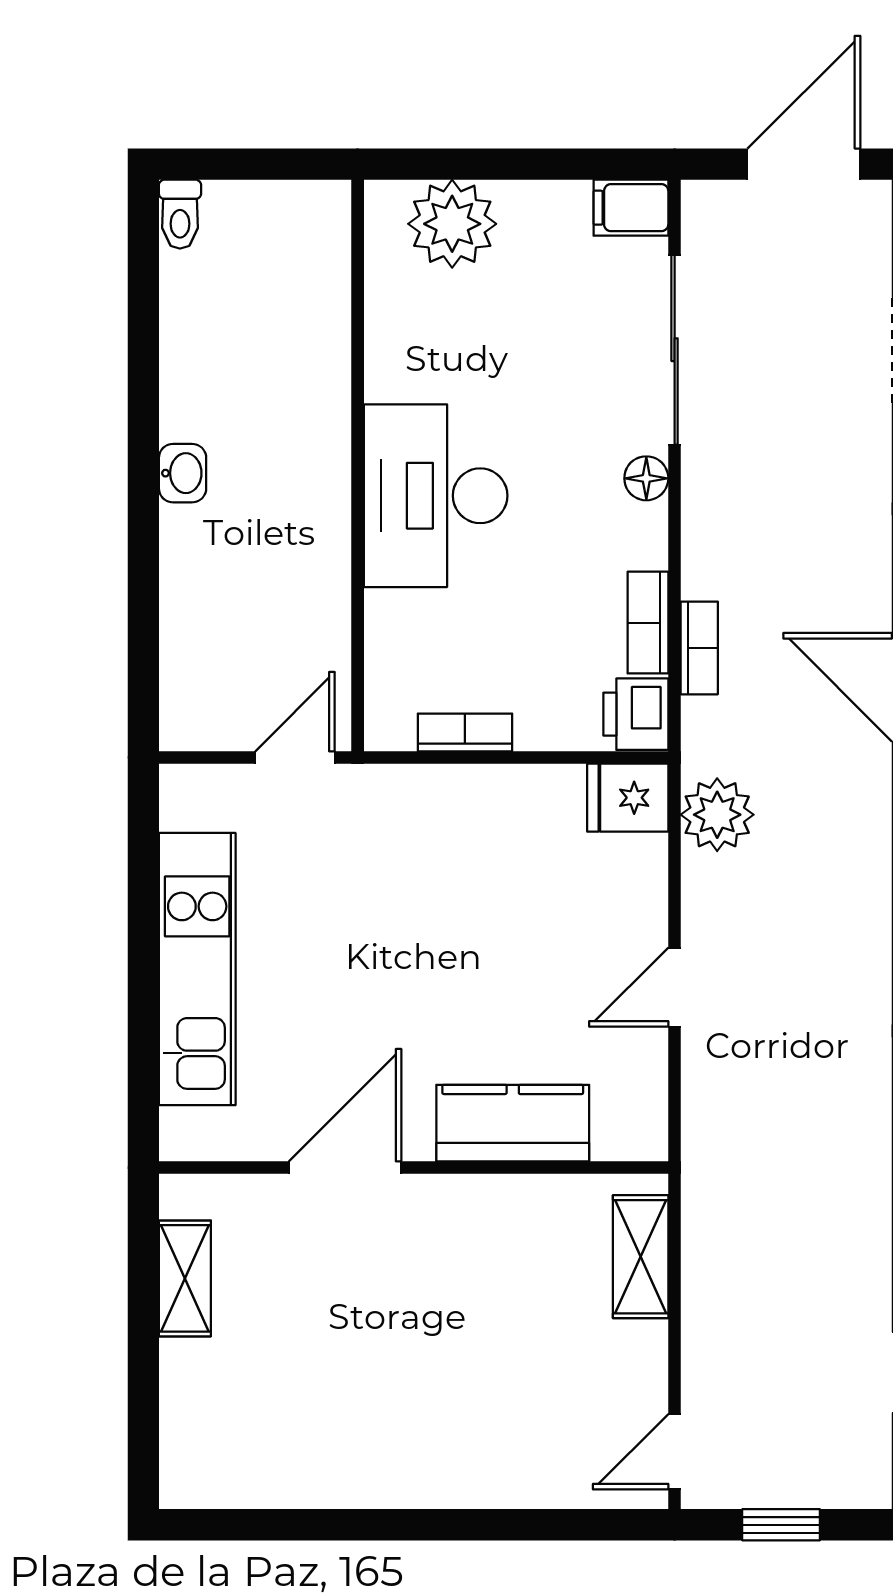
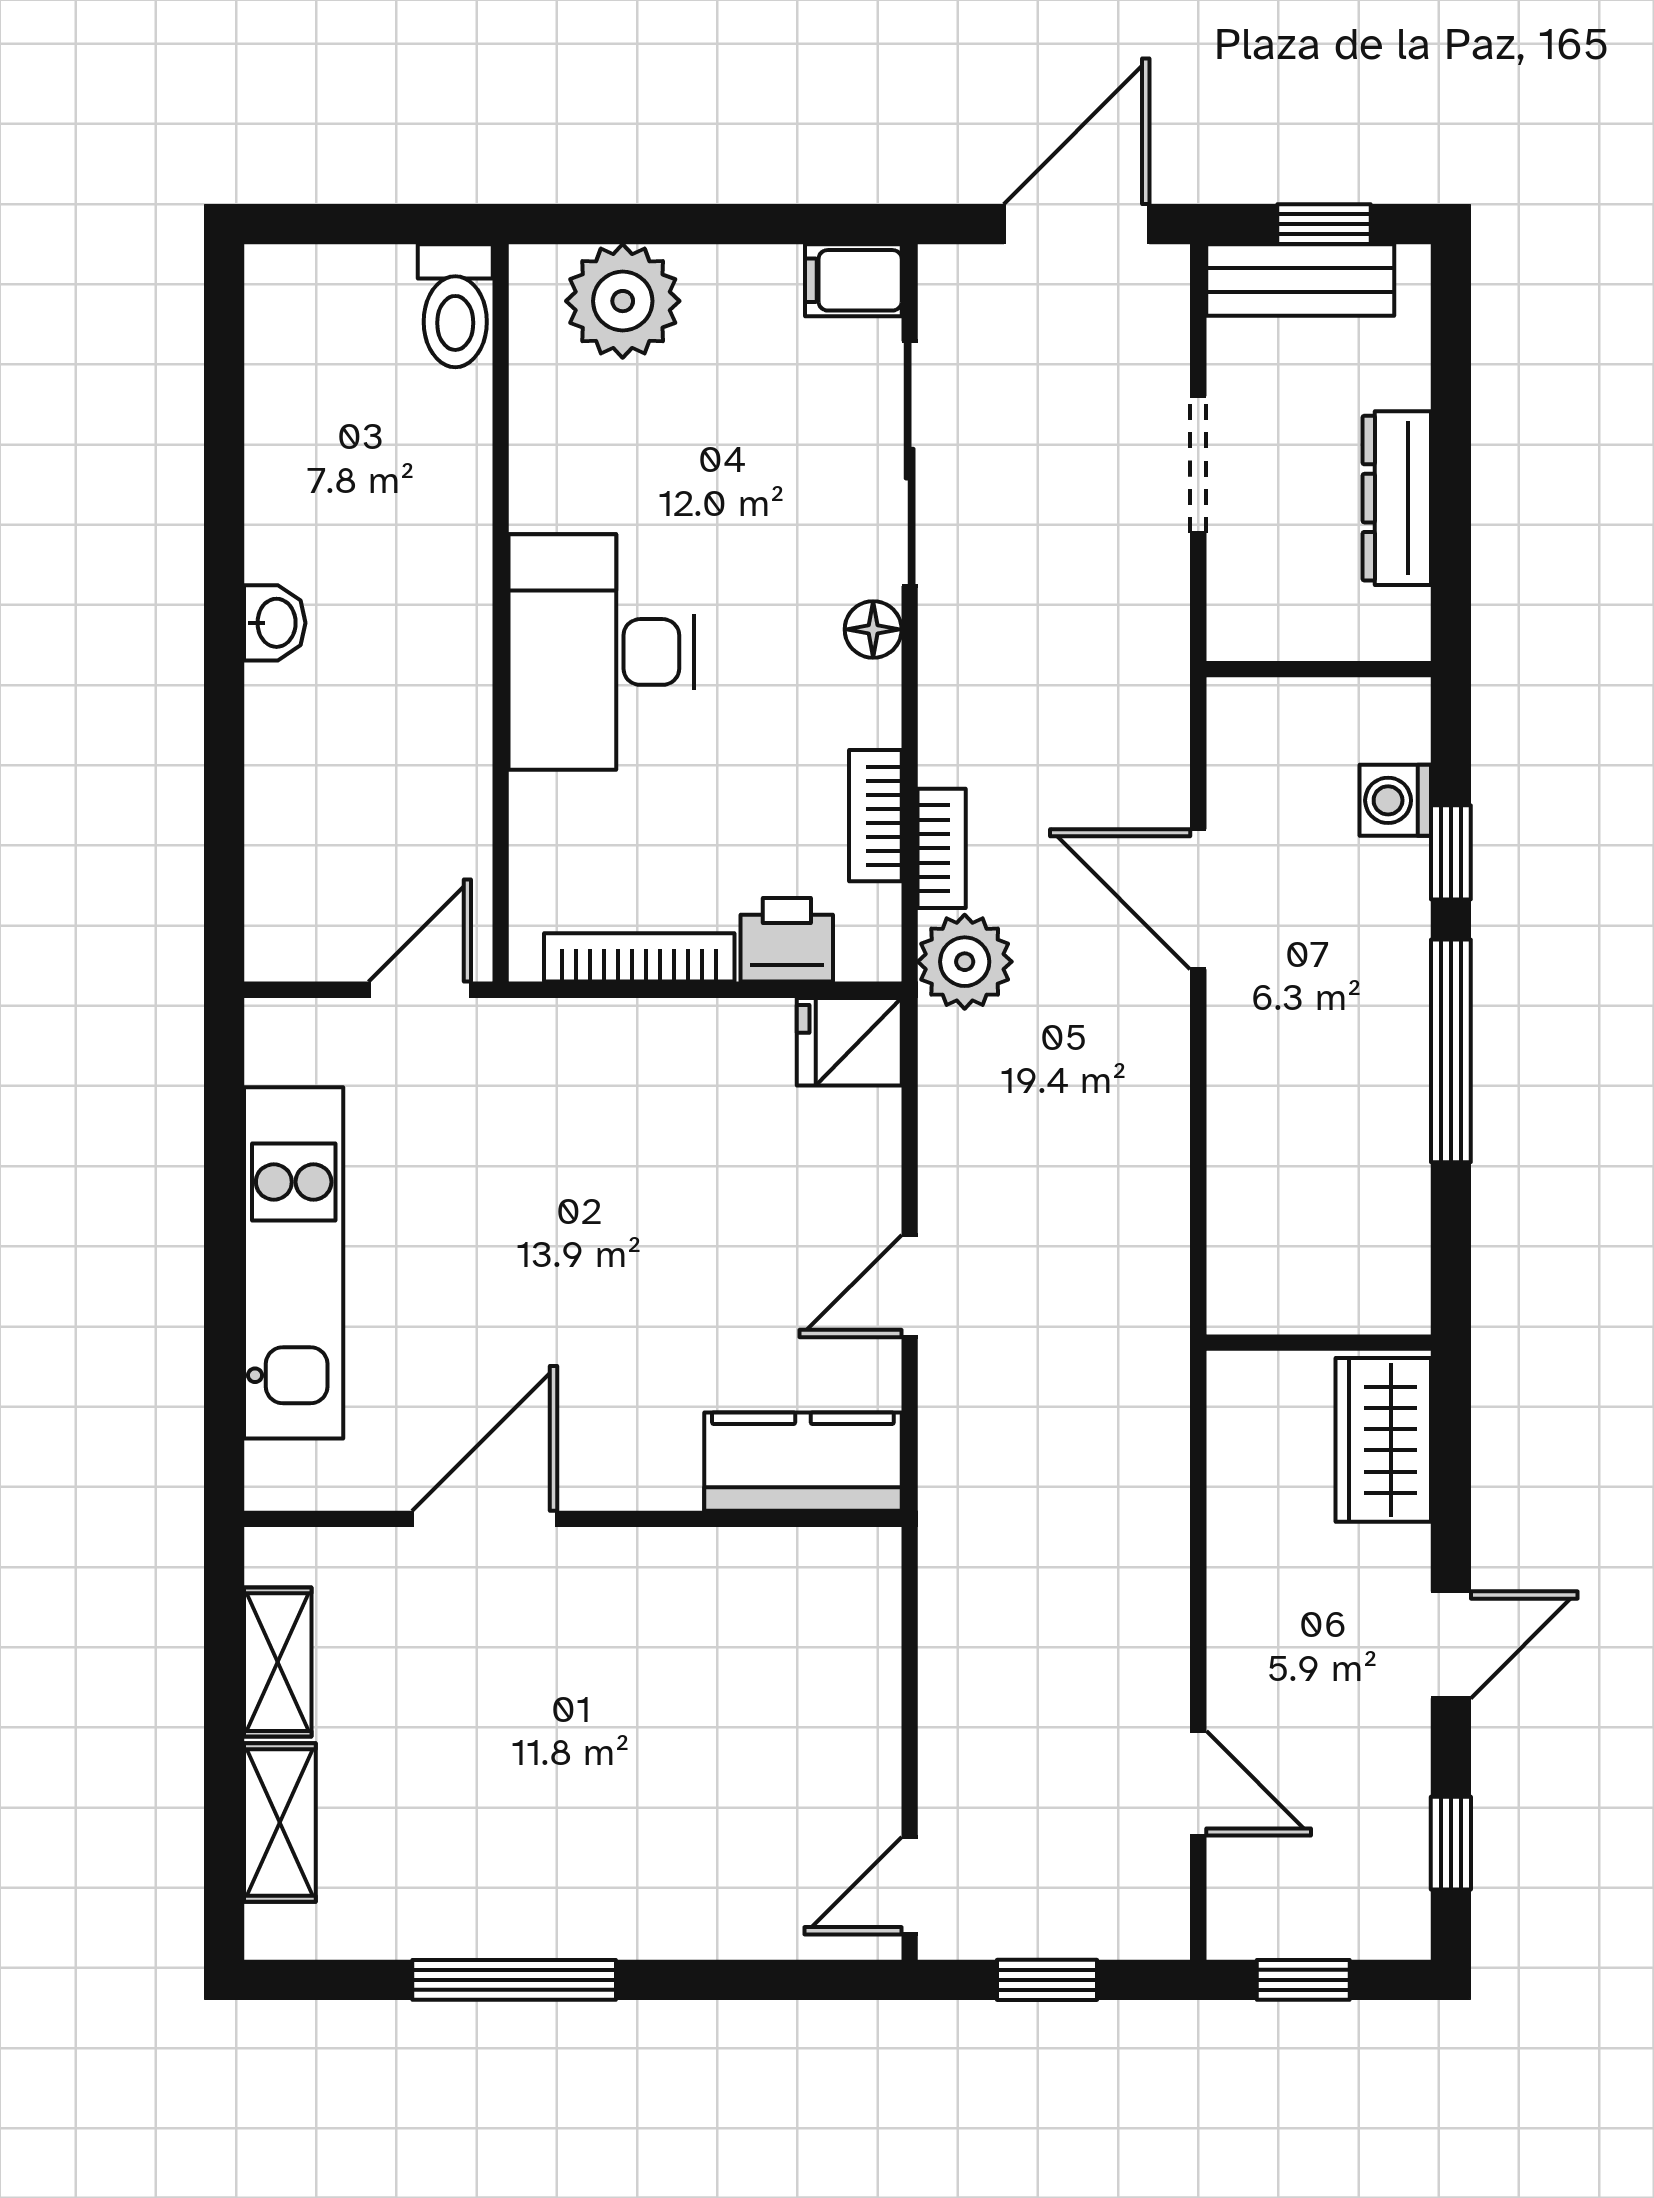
toilet: (180, 214) -> (455, 306), moved, width x1.37, depth x1.39
printer: (636, 714) -> (787, 940), moved, turned 90
bookcase: (465, 732) -> (639, 957), width x1.56
plant: (717, 815) -> (965, 962), moved
kitchen counter: (513, 1123) -> (803, 1462), moved
shelving: (641, 1257) -> (280, 1823), moved
window: (368, 1525) -> (514, 1980), added

